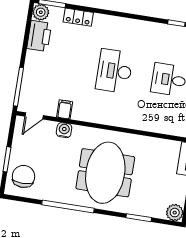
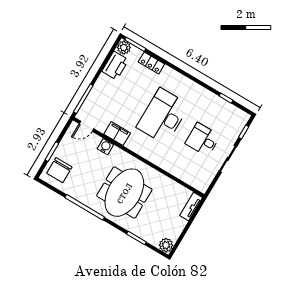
desk: (114, 71) -> (163, 116), width x1.36, depth x1.30
filing cabinet: (65, 109) -> (117, 134), width x2.00
chair: (23, 176) -> (59, 170), turned 180

